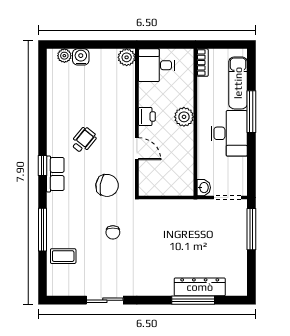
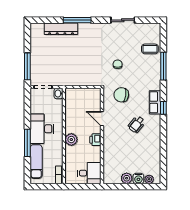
plant: (127, 57) -> (127, 178), moved
window: (193, 300) -> (77, 20), moved

